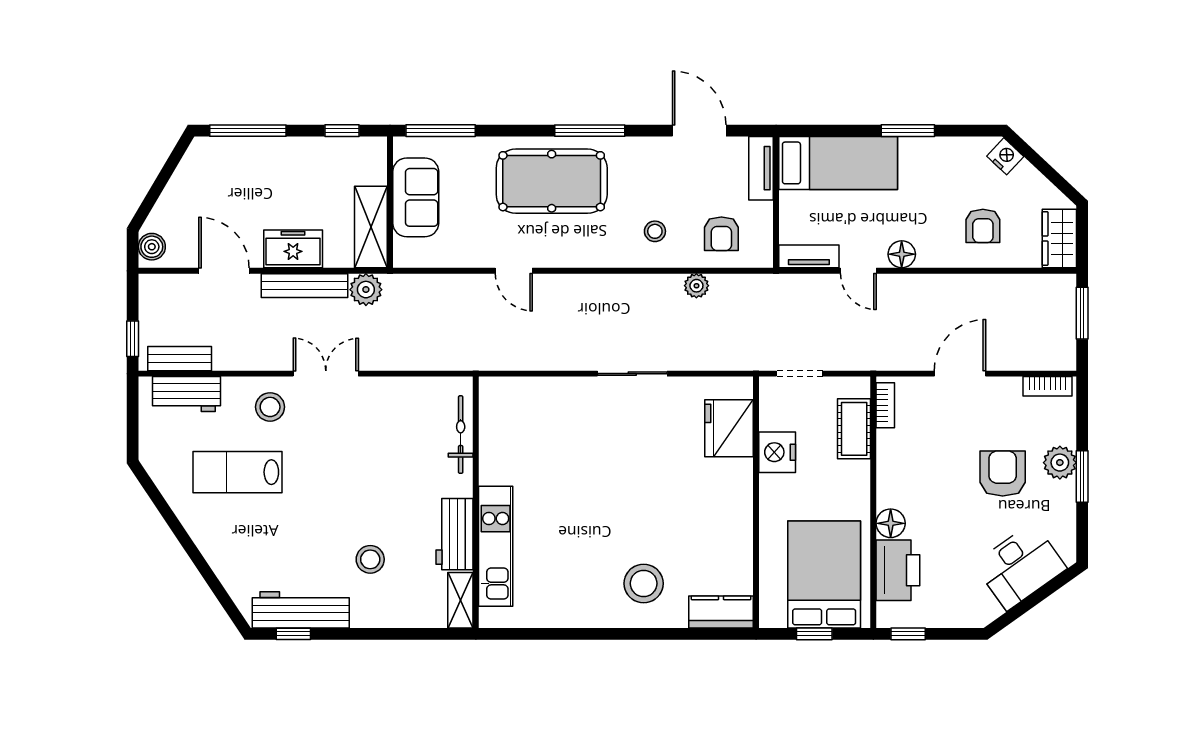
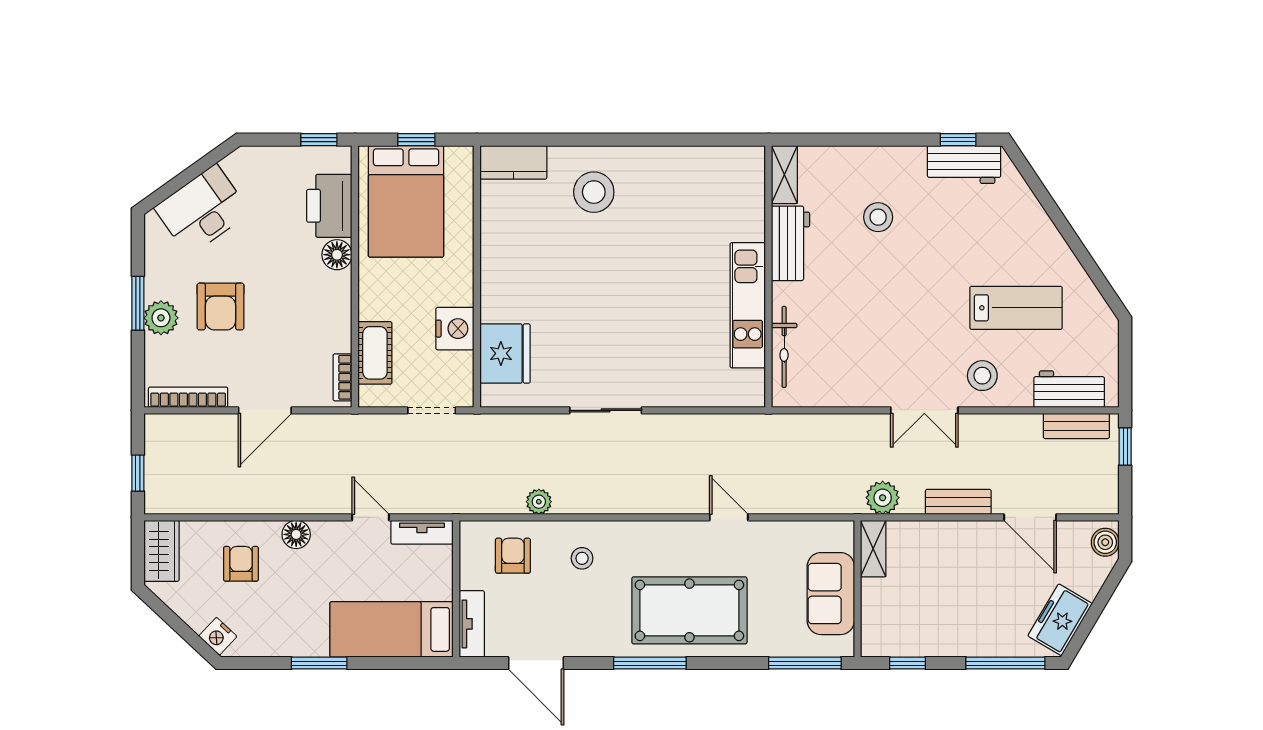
shelving: (371, 227) -> (873, 549), width x0.67, depth x0.75
freezer: (293, 249) -> (1060, 620), moved, turned 121
floor lamp: (902, 254) -> (296, 534), moved
bench: (305, 286) -> (958, 502), width x0.73
window: (1082, 313) -> (138, 473), width x0.67
bookcase: (1047, 386) -> (188, 397), width x1.56
kitchen unit: (496, 546) -> (748, 305), moved
workbench: (301, 610) -> (964, 165), width x0.73

